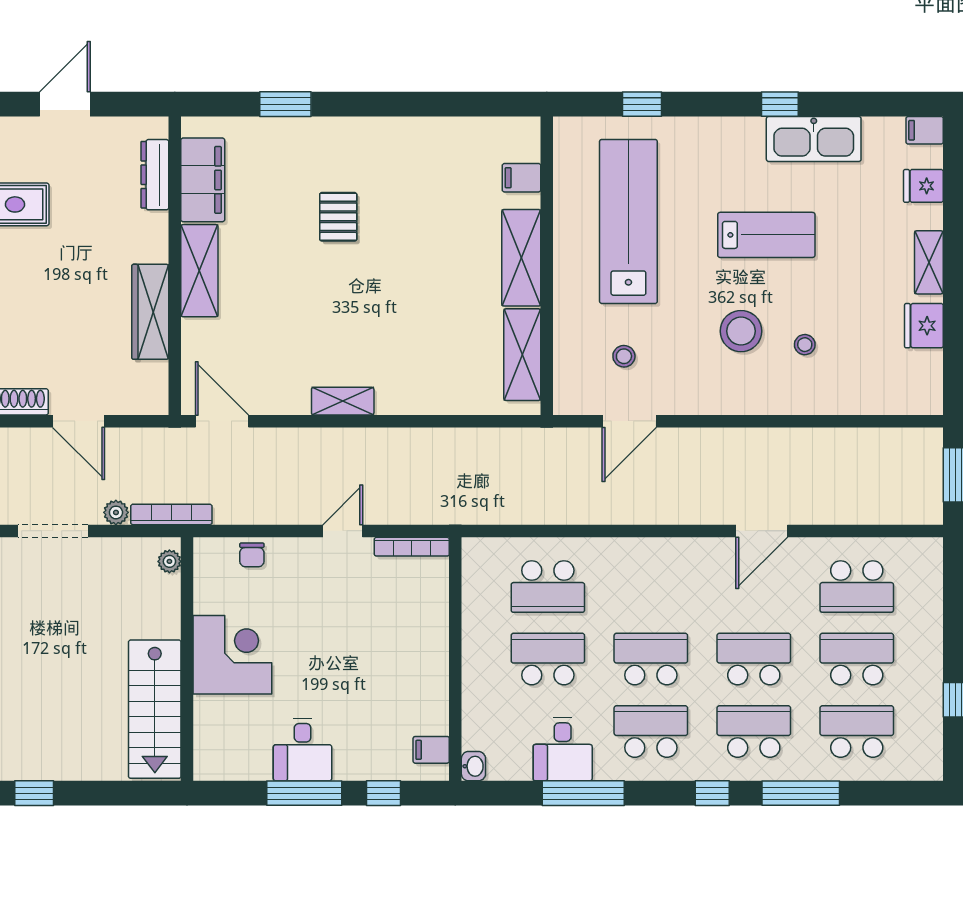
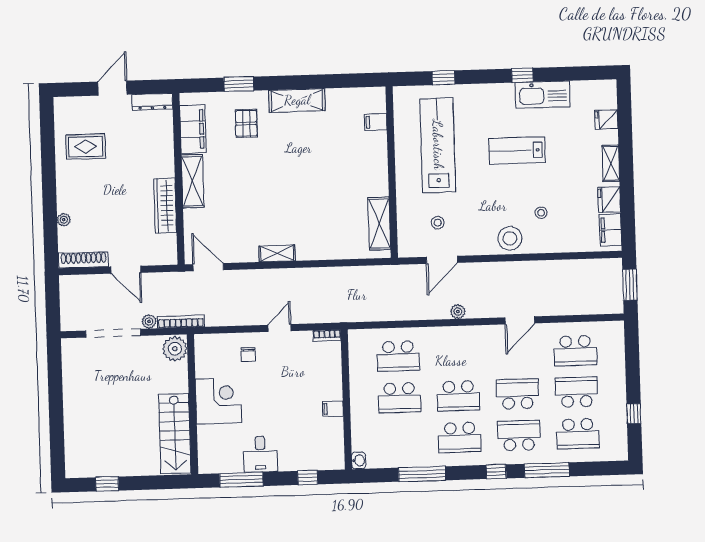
filing cabinet: (925, 130) -> (610, 230), moved, width x2.00
dresser: (155, 175) -> (152, 102), moved, turned -90
pallet: (338, 217) -> (246, 123), moved
lab bench: (766, 235) -> (517, 150), turned 180
shelving: (521, 258) -> (297, 100), moved, turned 90
stool: (741, 331) -> (510, 238), moved
plant: (654, 512) -> (458, 312), added
doorway: (53, 531) -> (113, 333), width x1.36
bookcase: (412, 547) -> (327, 335), width x0.64
chair: (252, 555) -> (248, 355), moved
plant: (169, 561) -> (175, 349), width x1.87, depth x1.87
school desk: (548, 659) -> (399, 398), turned 180
school desk: (651, 659) -> (458, 396), turned 180
school desk: (651, 731) -> (460, 437), turned 180
school desk: (857, 731) -> (578, 434), turned 180
desk: (563, 749) -> (410, 449), removed
filing cabinet: (431, 750) -> (333, 409), moved
window: (304, 793) -> (241, 480), moved

